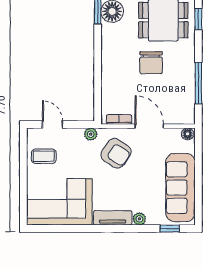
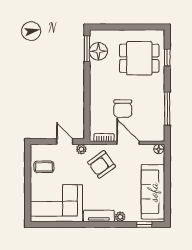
chair: (151, 63) -> (123, 109), moved
door: (52, 124) -> (65, 142), moved
armchair: (116, 153) -> (102, 164), turned 110

